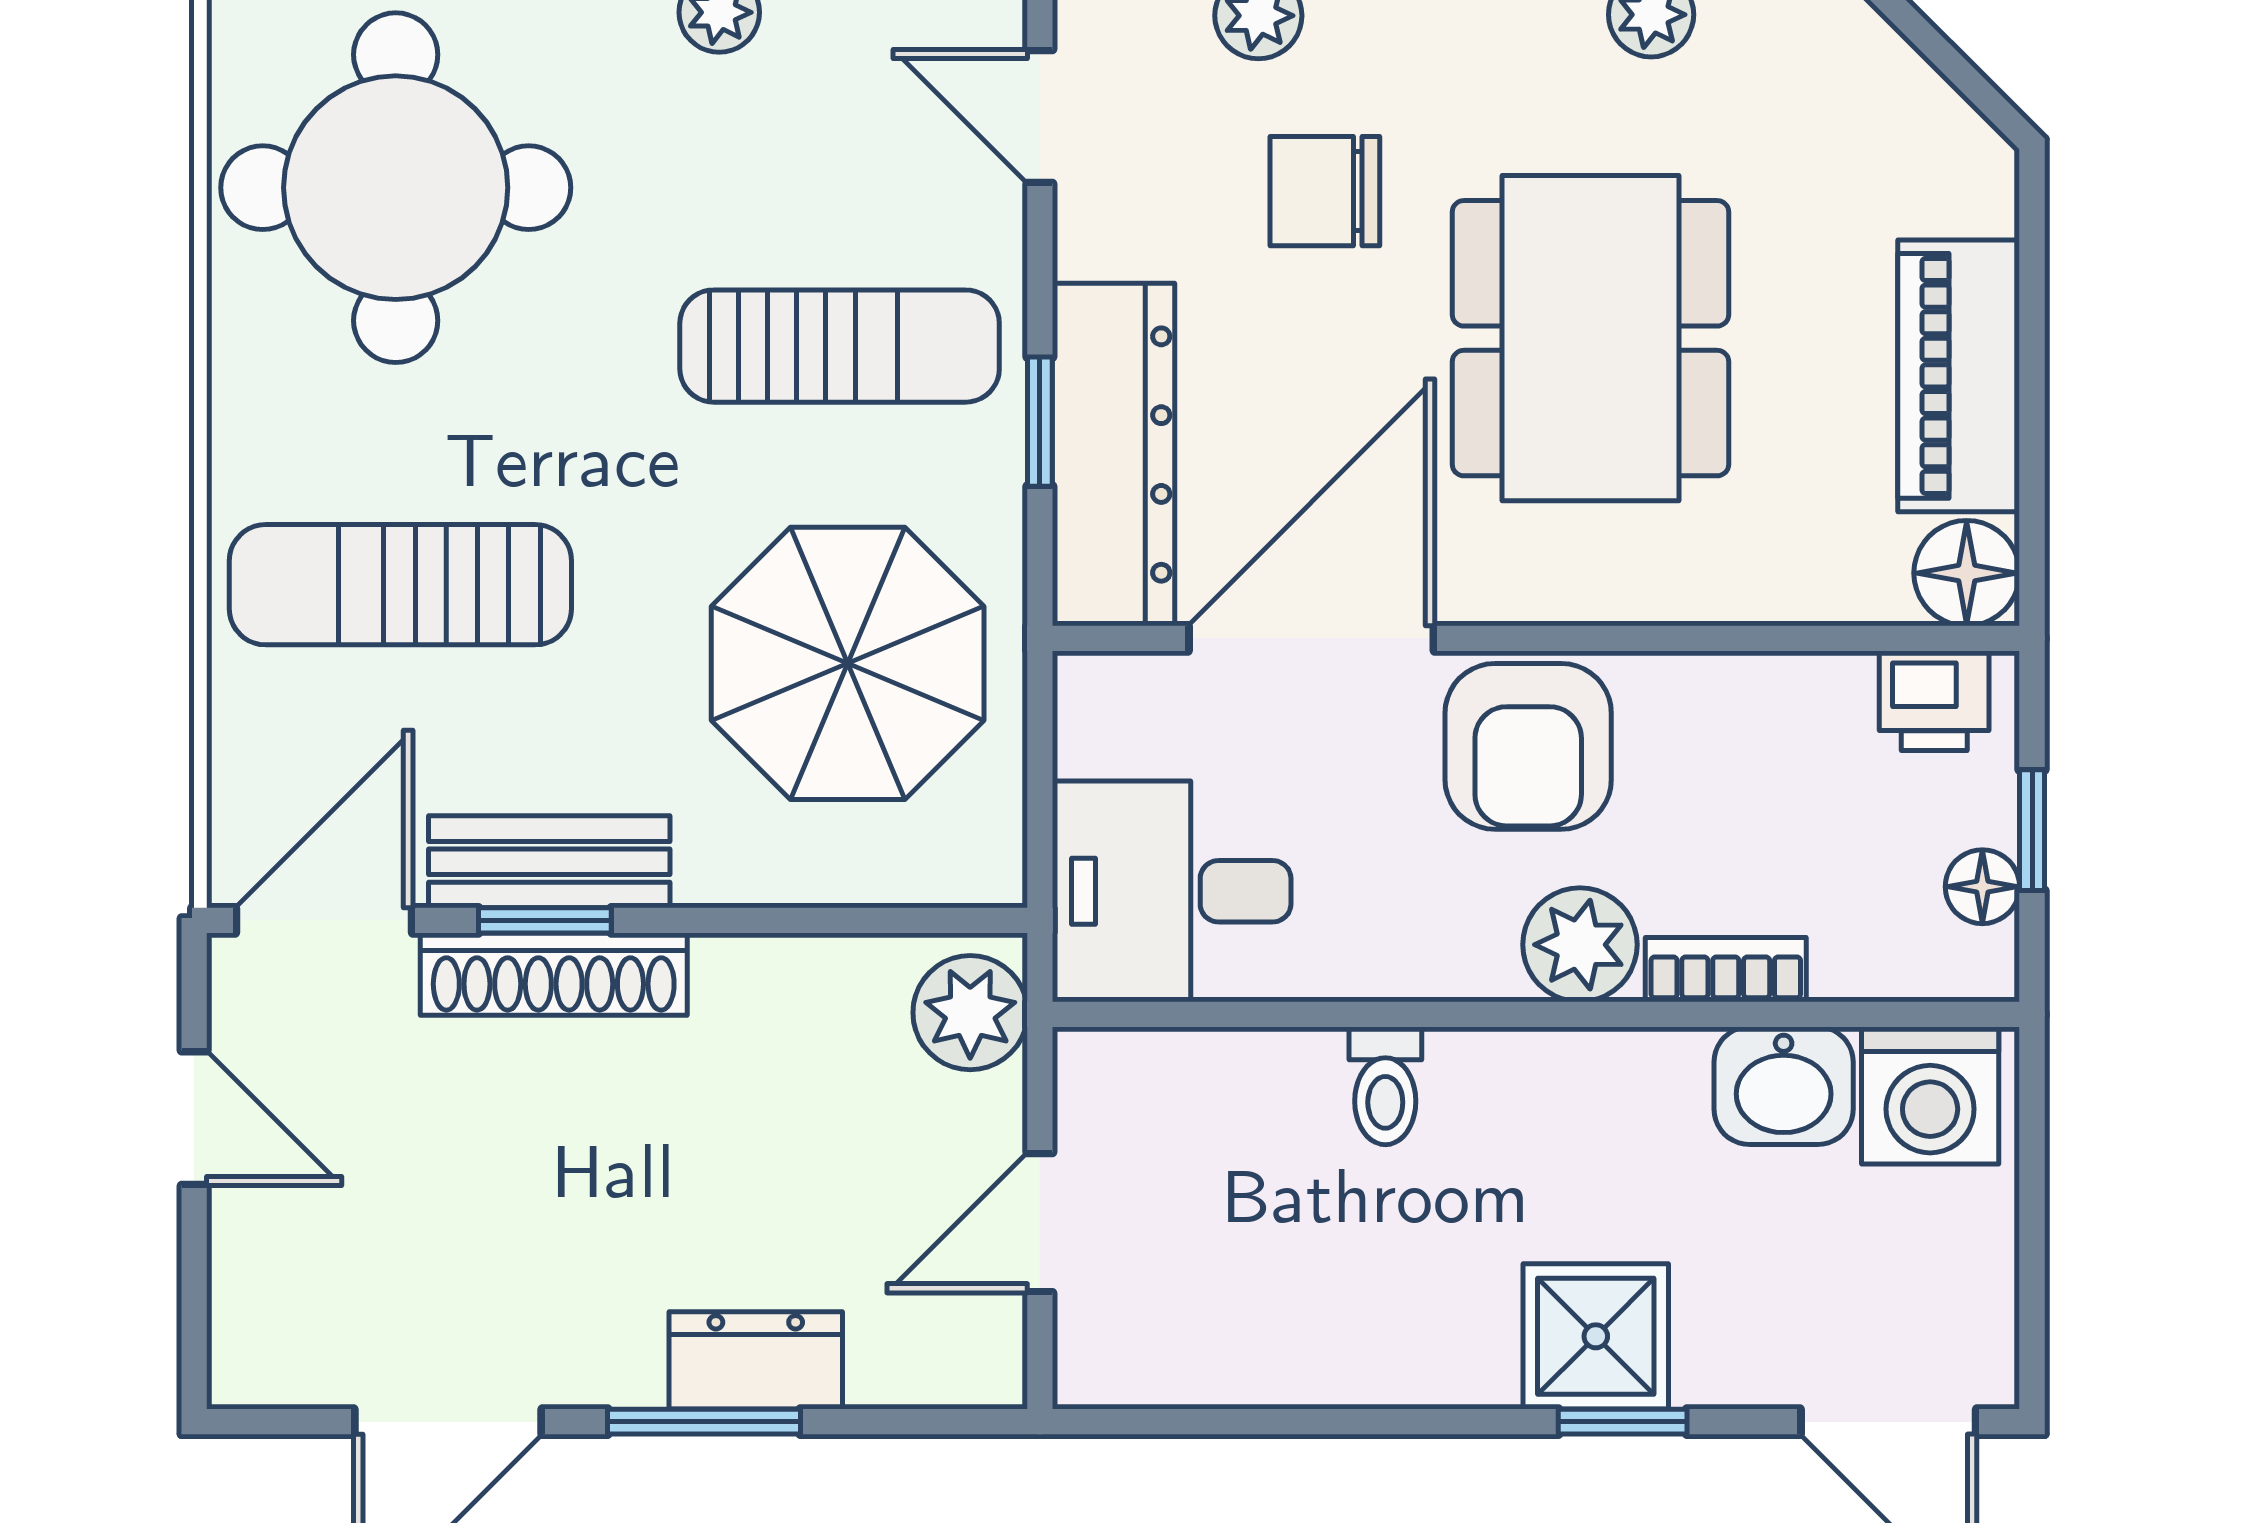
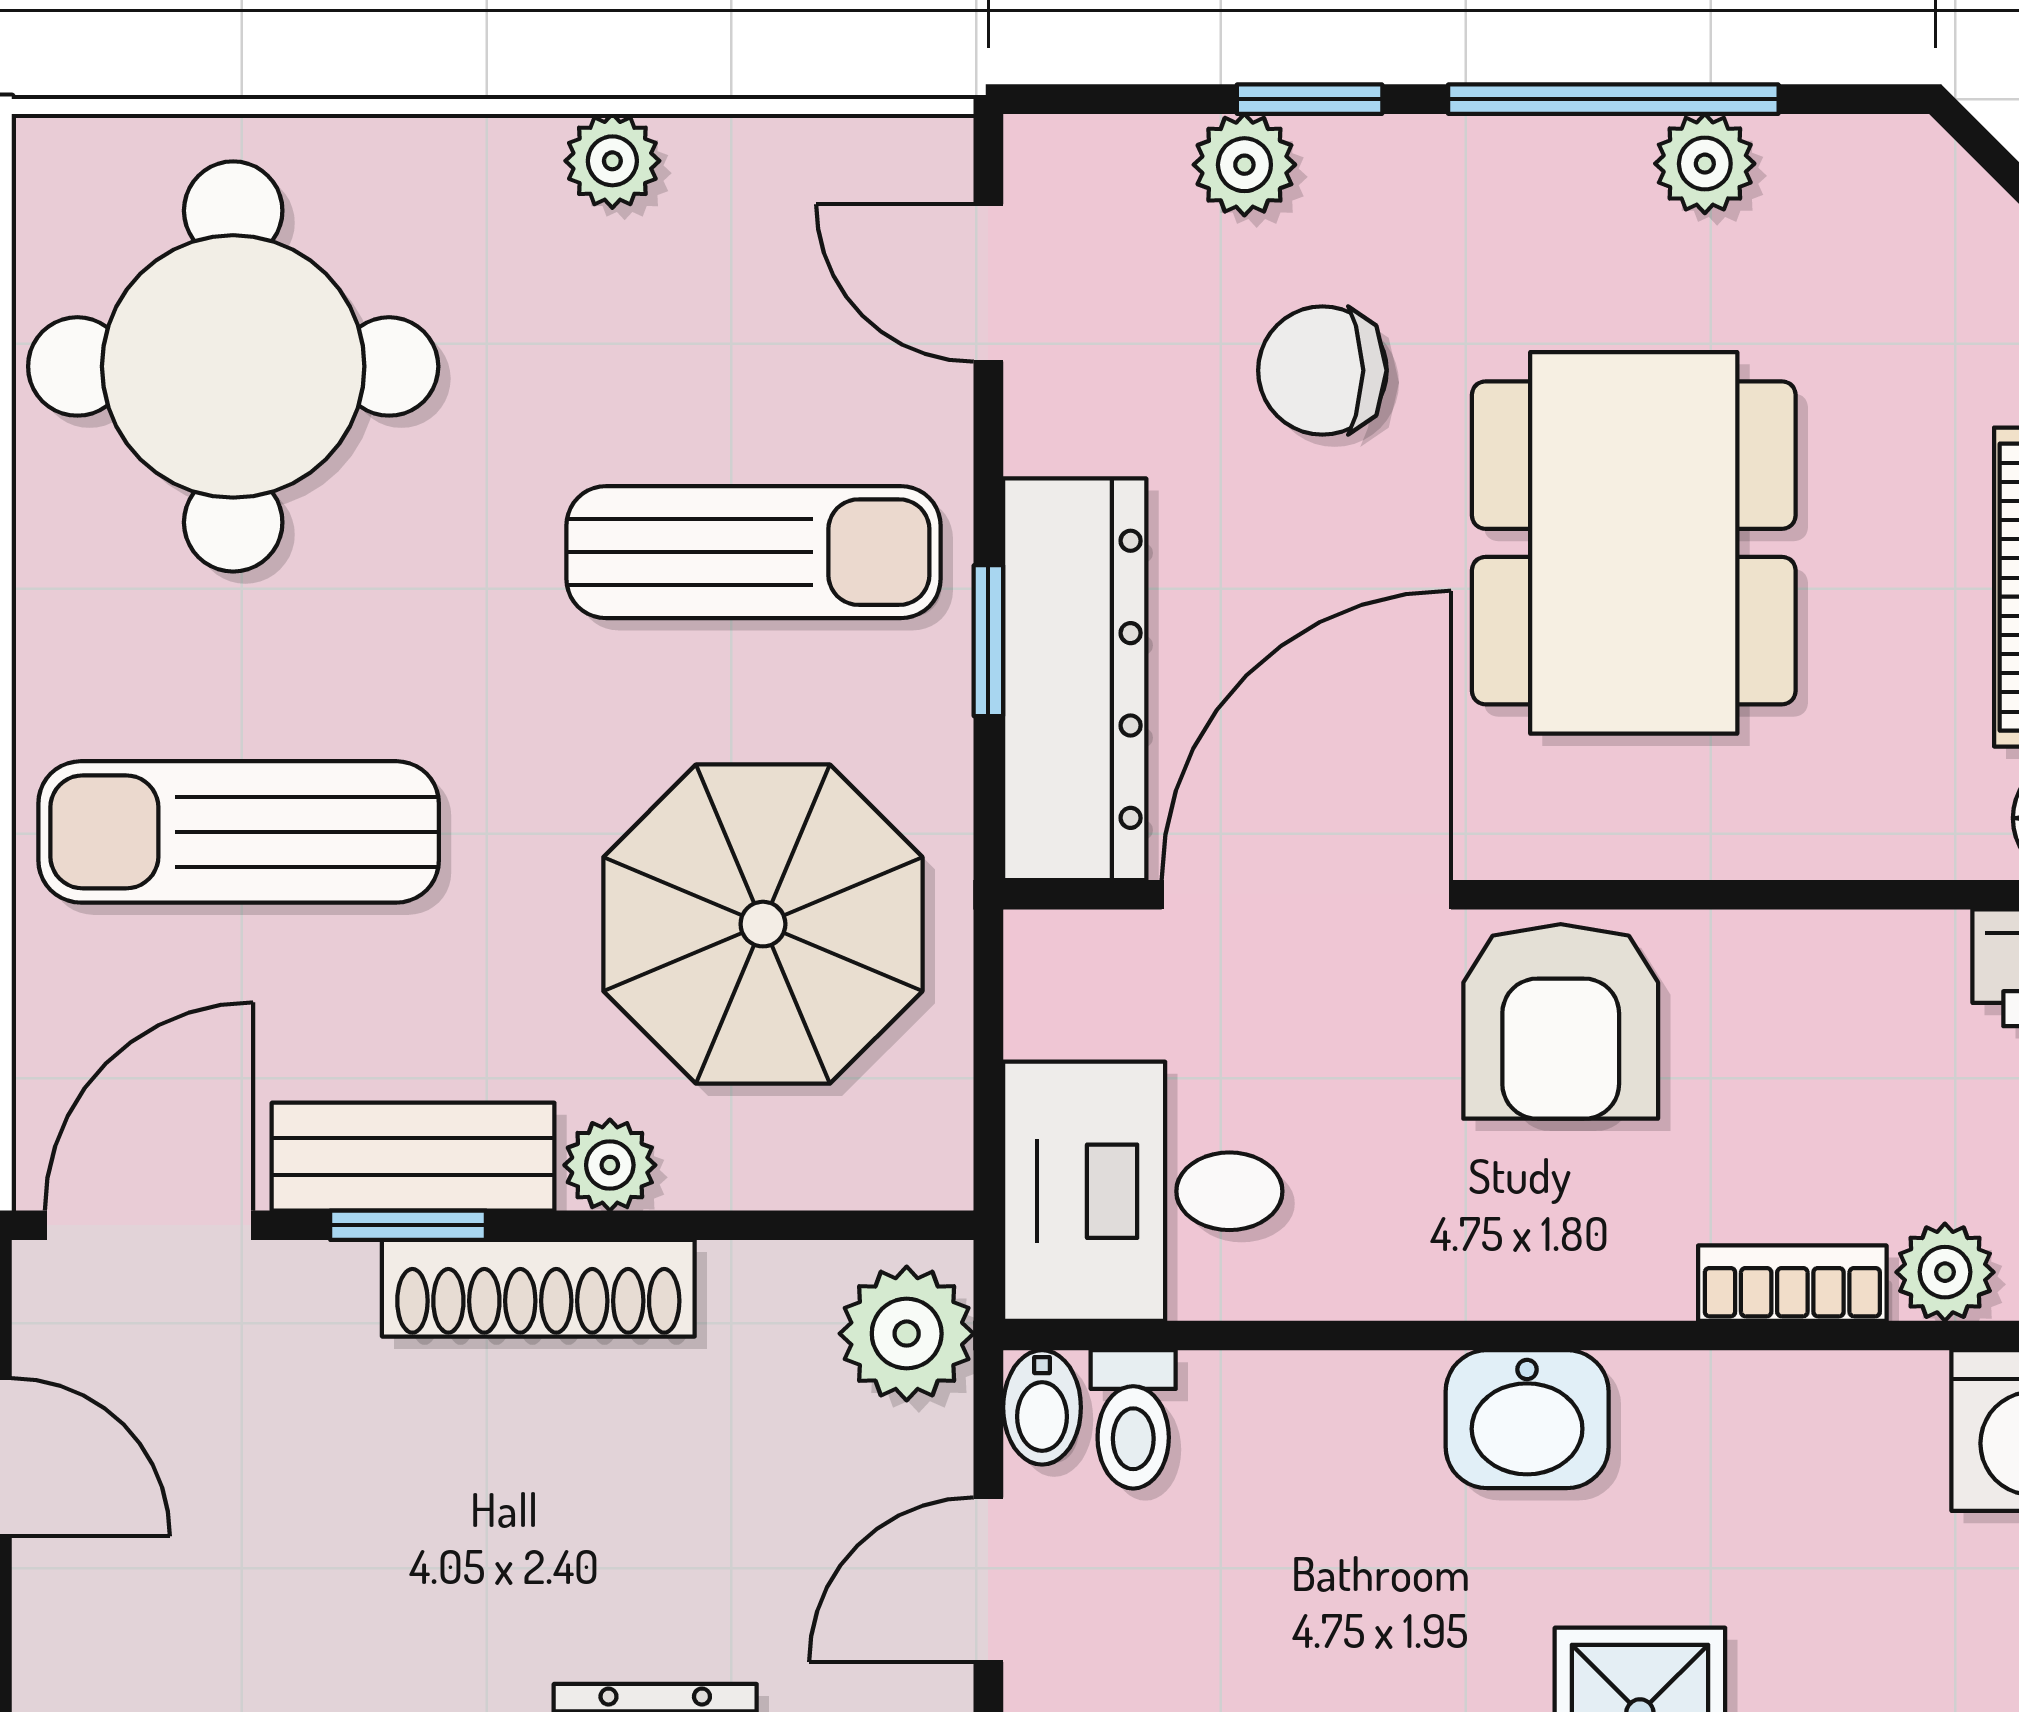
plant: (717, 869) -> (610, 1165), added
plant: (1580, 945) -> (1945, 1272), moved, width x0.73, depth x0.73
shoe rack: (554, 974) -> (538, 1288), moved
bidet: (1086, 1076) -> (1042, 1407), added
toilet: (1385, 1086) -> (1133, 1419), moved
washbasin: (1784, 1086) -> (1527, 1419), moved

